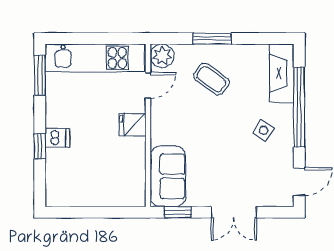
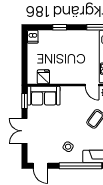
fridge: (133, 125) -> (43, 77), moved
dishwasher: (57, 138) -> (33, 37), moved

